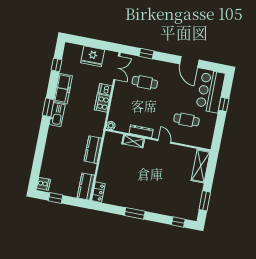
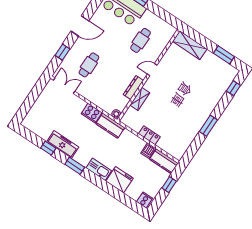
fridge: (93, 56) -> (120, 180), moved, turned -90
door: (189, 62) -> (80, 26), moved
window: (56, 65) -> (48, 148), moved
dishwasher: (105, 89) -> (148, 151), moved
kitchen sink: (57, 115) -> (99, 169), moved
kitchen counter: (93, 150) -> (110, 126), moved
locker: (98, 192) -> (149, 135), moved
window: (56, 198) -> (169, 185), moved

